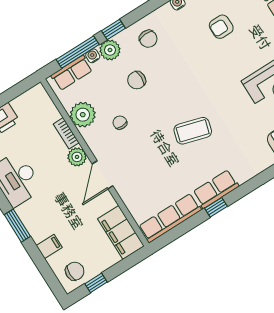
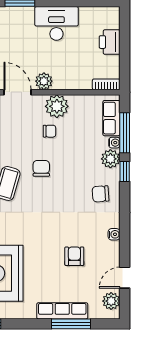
chair: (137, 80) -> (41, 168), moved
plant: (83, 115) -> (57, 106), moved
bookcase: (66, 133) -> (106, 84), moved

